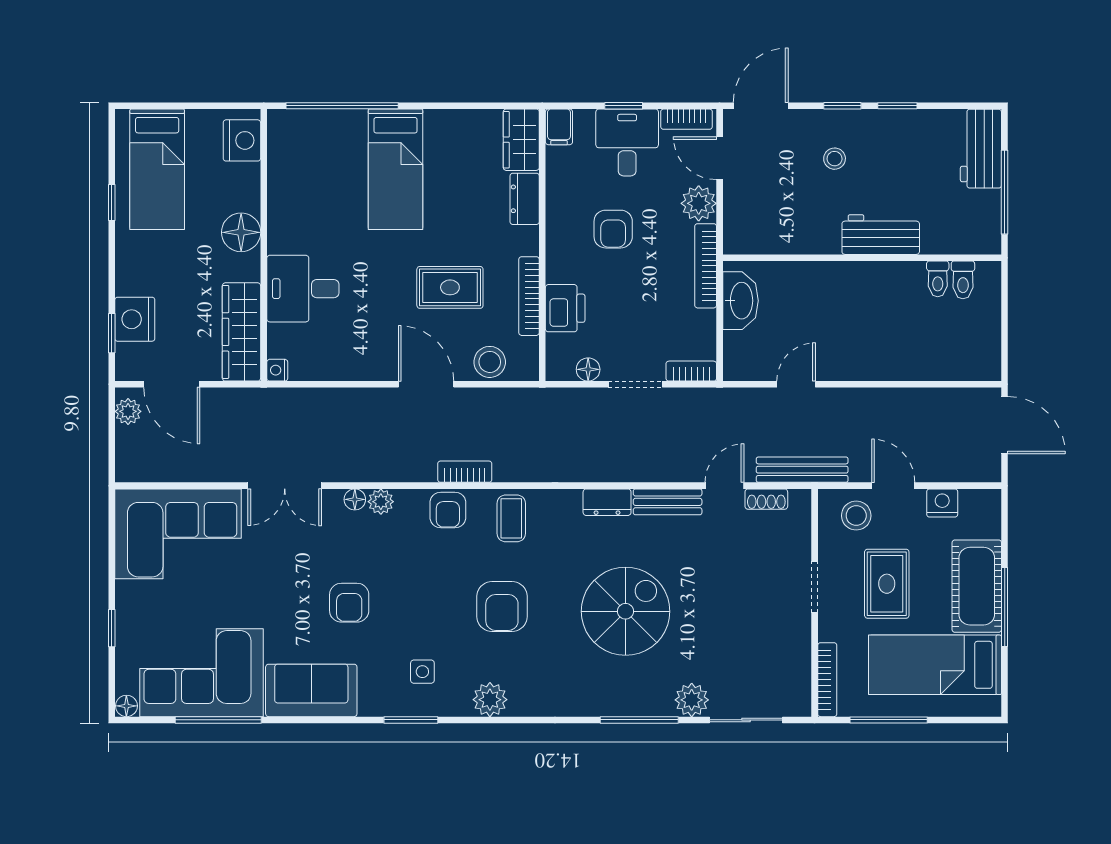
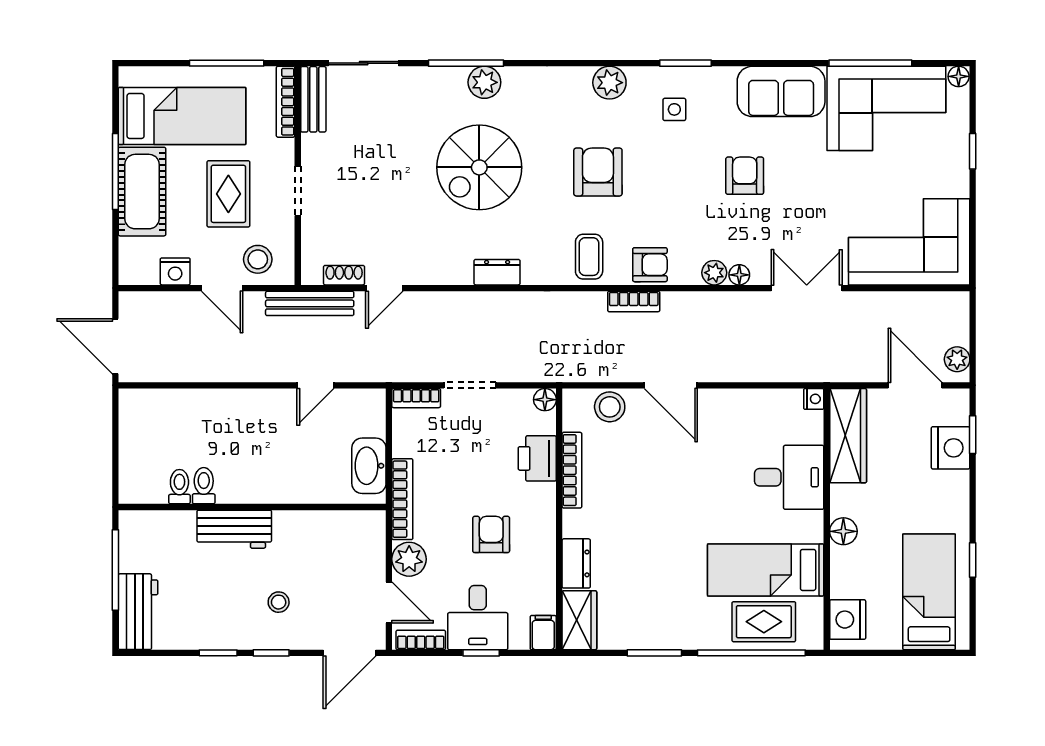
window: (443, 106) -> (654, 653), added
bed: (396, 169) -> (766, 570), moved, turned -90
floor lamp: (241, 232) -> (843, 531), width x0.73, depth x0.73
toilet: (963, 280) -> (204, 486), moved
rug: (450, 287) -> (764, 622), moved
floor lamp: (588, 369) -> (545, 400), moved
bench: (668, 502) -> (313, 99), moved, turned 90
armchair: (448, 510) -> (650, 265), turned 90
plant: (692, 700) -> (484, 82), moved

